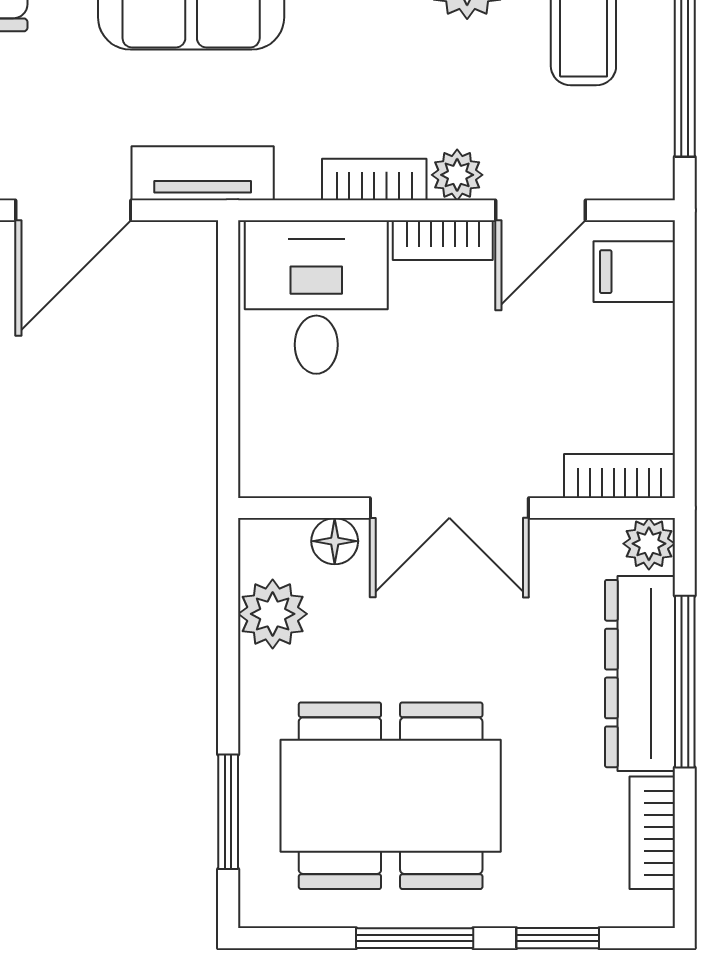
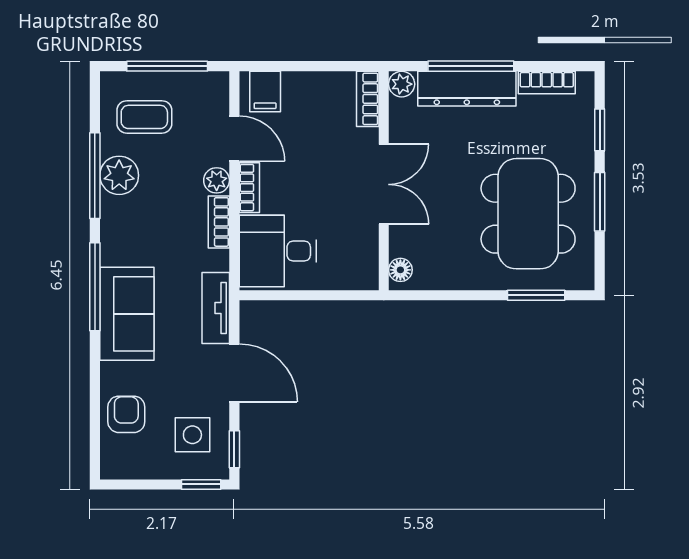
floor lamp: (335, 541) -> (400, 270), moved
plant: (273, 614) -> (437, 273), removed

